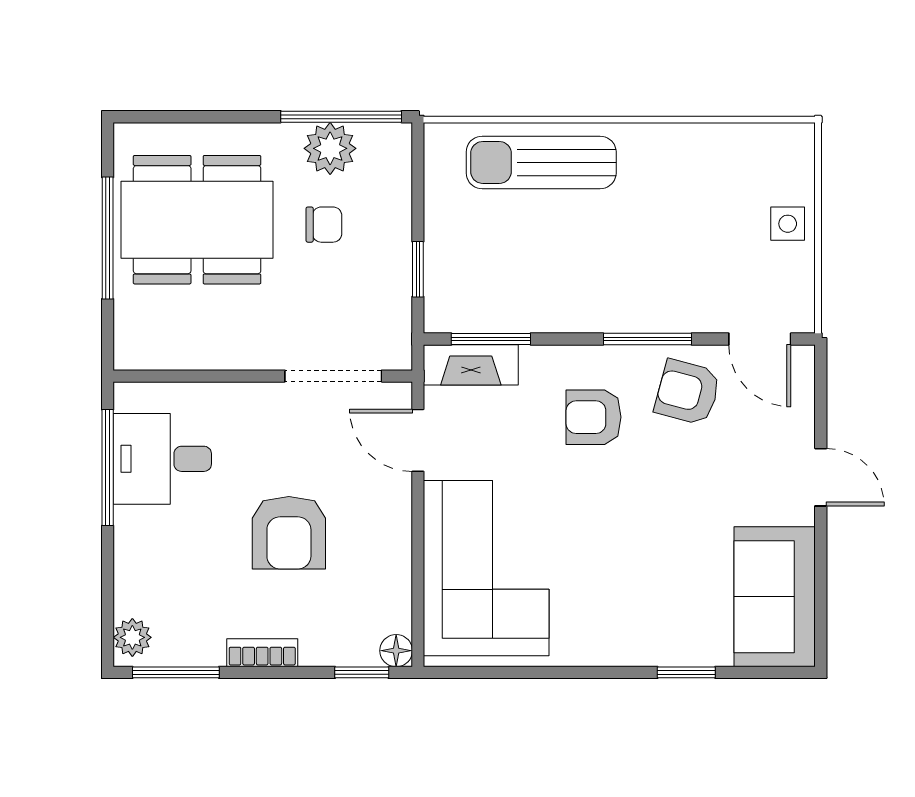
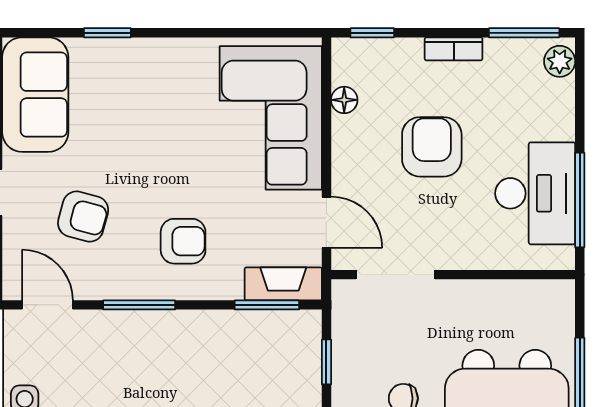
armchair: (688, 392) -> (83, 217), moved
desk: (162, 459) -> (535, 193), width x1.37
floor lamp: (396, 651) -> (344, 100), moved

